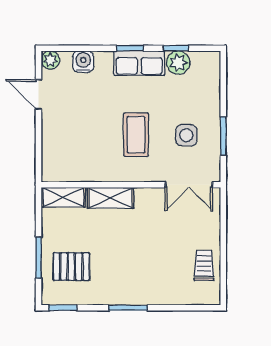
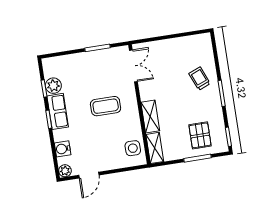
side table: (186, 135) -> (133, 148), moved
trolley: (204, 266) -> (200, 78), moved, turned 68

